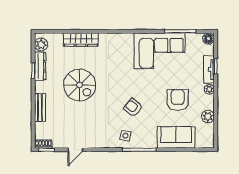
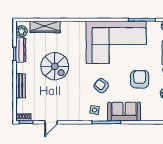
wardrobe: (81, 40) -> (45, 27), moved
corner sofa: (160, 51) -> (116, 42), width x1.36, depth x1.36
sofa: (176, 137) -> (124, 112), moved

